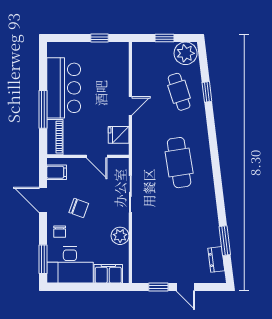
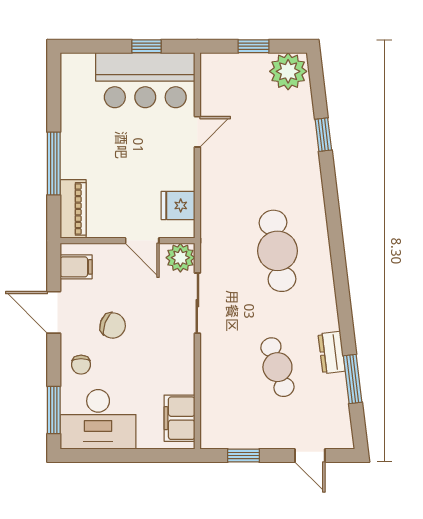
bar counter: (64, 88) -> (145, 80), moved, turned 90
cafe table: (179, 92) -> (277, 367), moved
door: (130, 106) -> (197, 132), moved
plant: (120, 236) -> (180, 258), moved
dresser: (216, 259) -> (332, 352), moved
filing cabinet: (108, 274) -> (179, 418), moved, turned -90
door: (185, 287) -> (310, 456), moved

